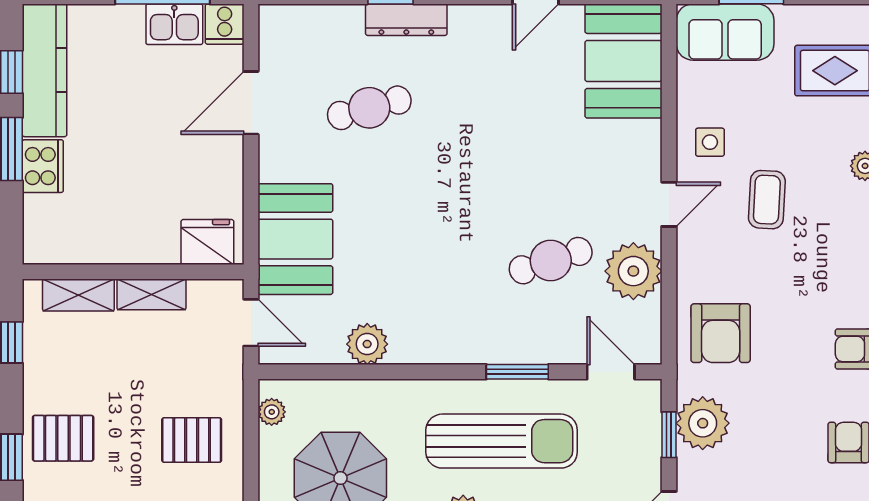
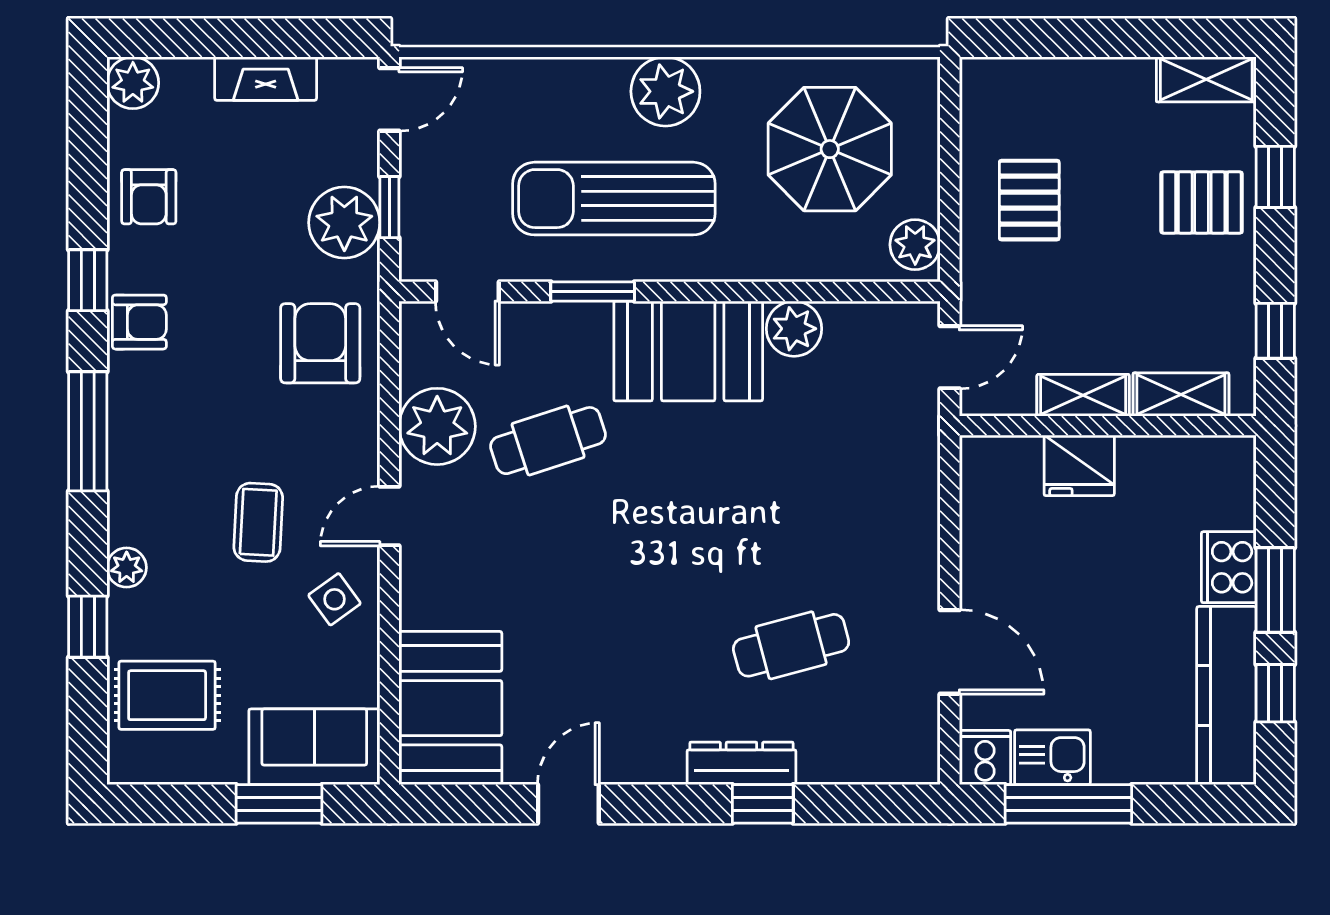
door: (251, 103) -> (950, 652), hinge flipped
side table: (710, 142) -> (335, 599), turned -36
booth: (295, 239) -> (688, 351), moved, turned 90
fridge: (207, 242) -> (1079, 465), moved
door: (251, 323) -> (950, 357), swing flipped
plant: (272, 412) -> (915, 245), width x1.38, depth x1.38
pallet: (192, 440) -> (1029, 200), turned 90

